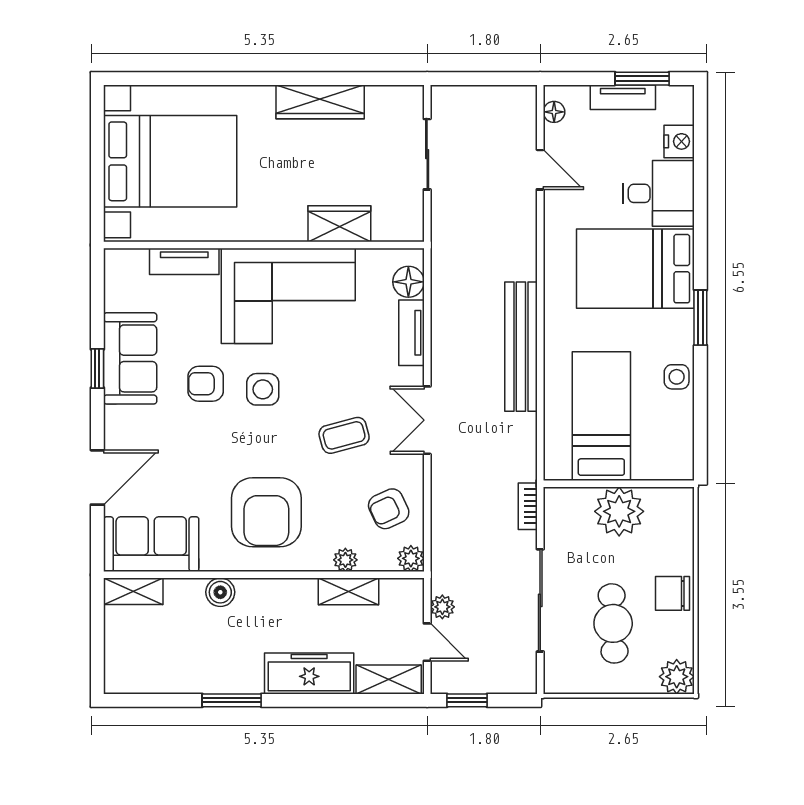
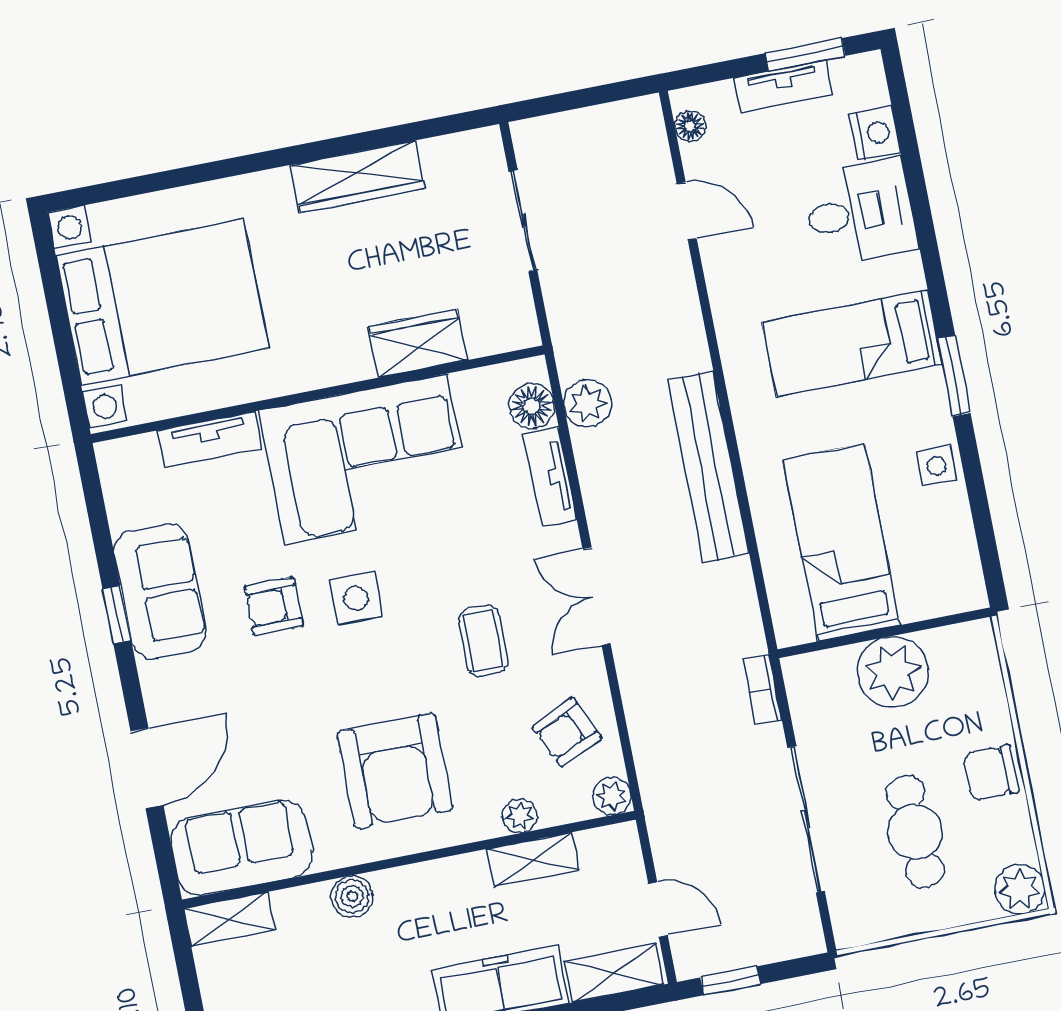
bed: (635, 269) -> (852, 343), width x0.67
coffee table: (344, 435) -> (483, 641), turned -75
plant: (442, 607) -> (588, 404), moved, width x1.38, depth x1.38

